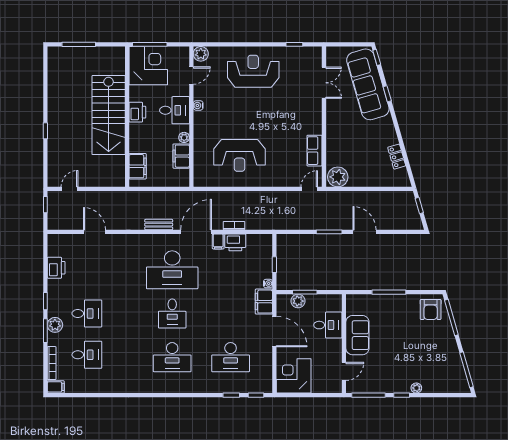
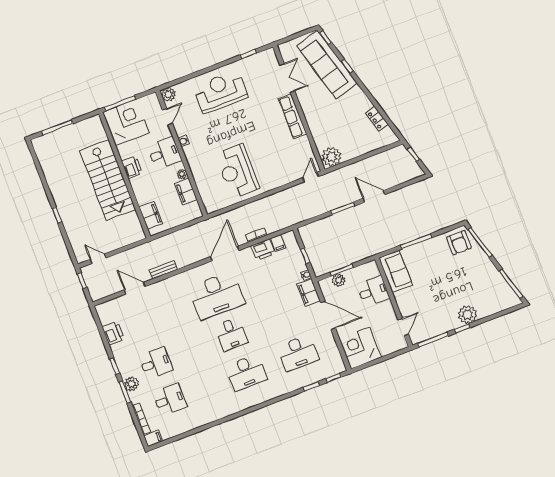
row of seats: (314, 151) -> (292, 116), moved, width x1.48
reception desk: (239, 155) -> (237, 171), turned 90
door: (70, 189) -> (98, 259), hinge flipped
bench: (159, 225) -> (163, 270), moved
filing cabinet: (218, 241) -> (278, 243), moved
sofa: (357, 335) -> (396, 271), moved
plant: (416, 388) -> (467, 315), width x1.87, depth x1.87

